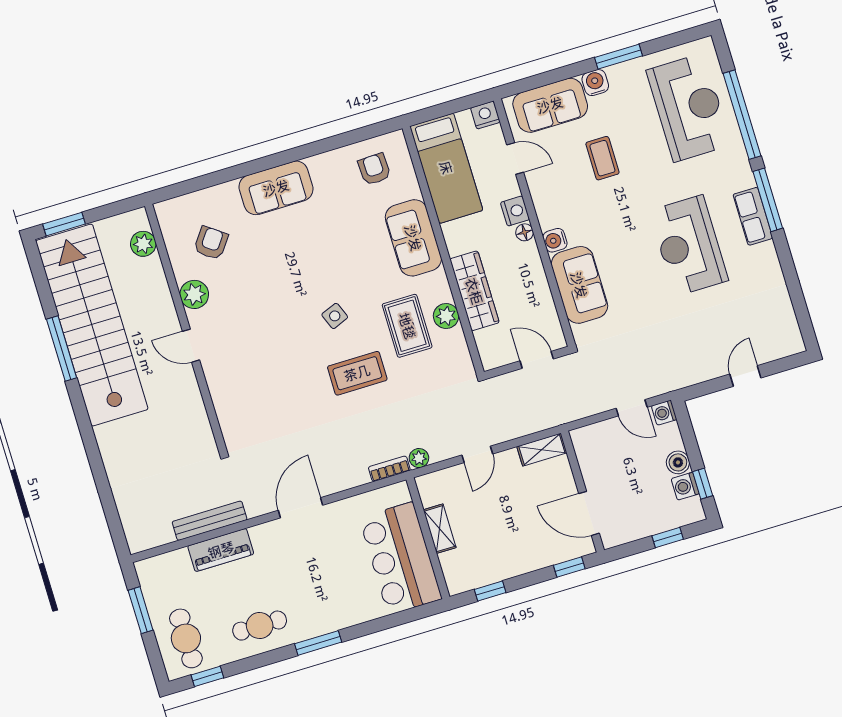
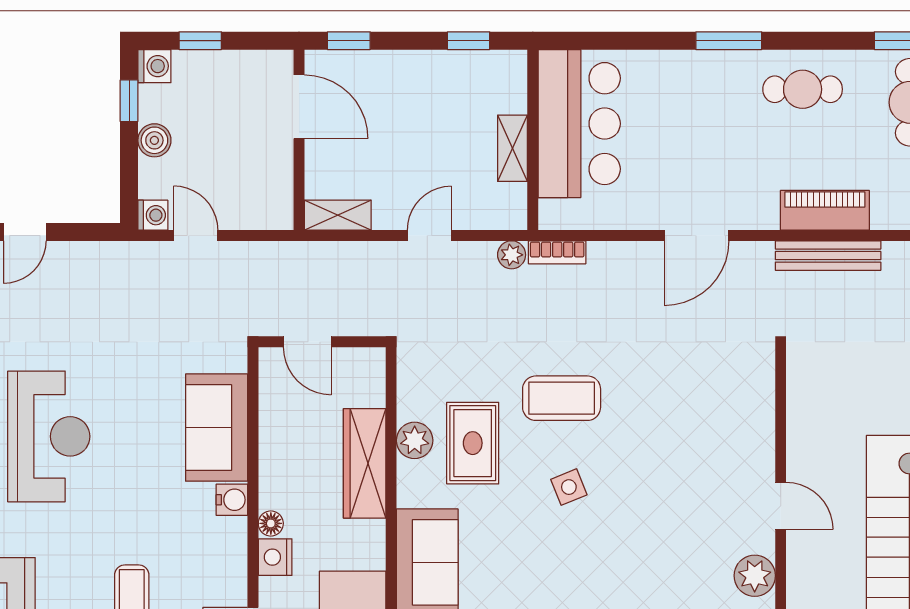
washing machine: (685, 486) -> (154, 66), moved

